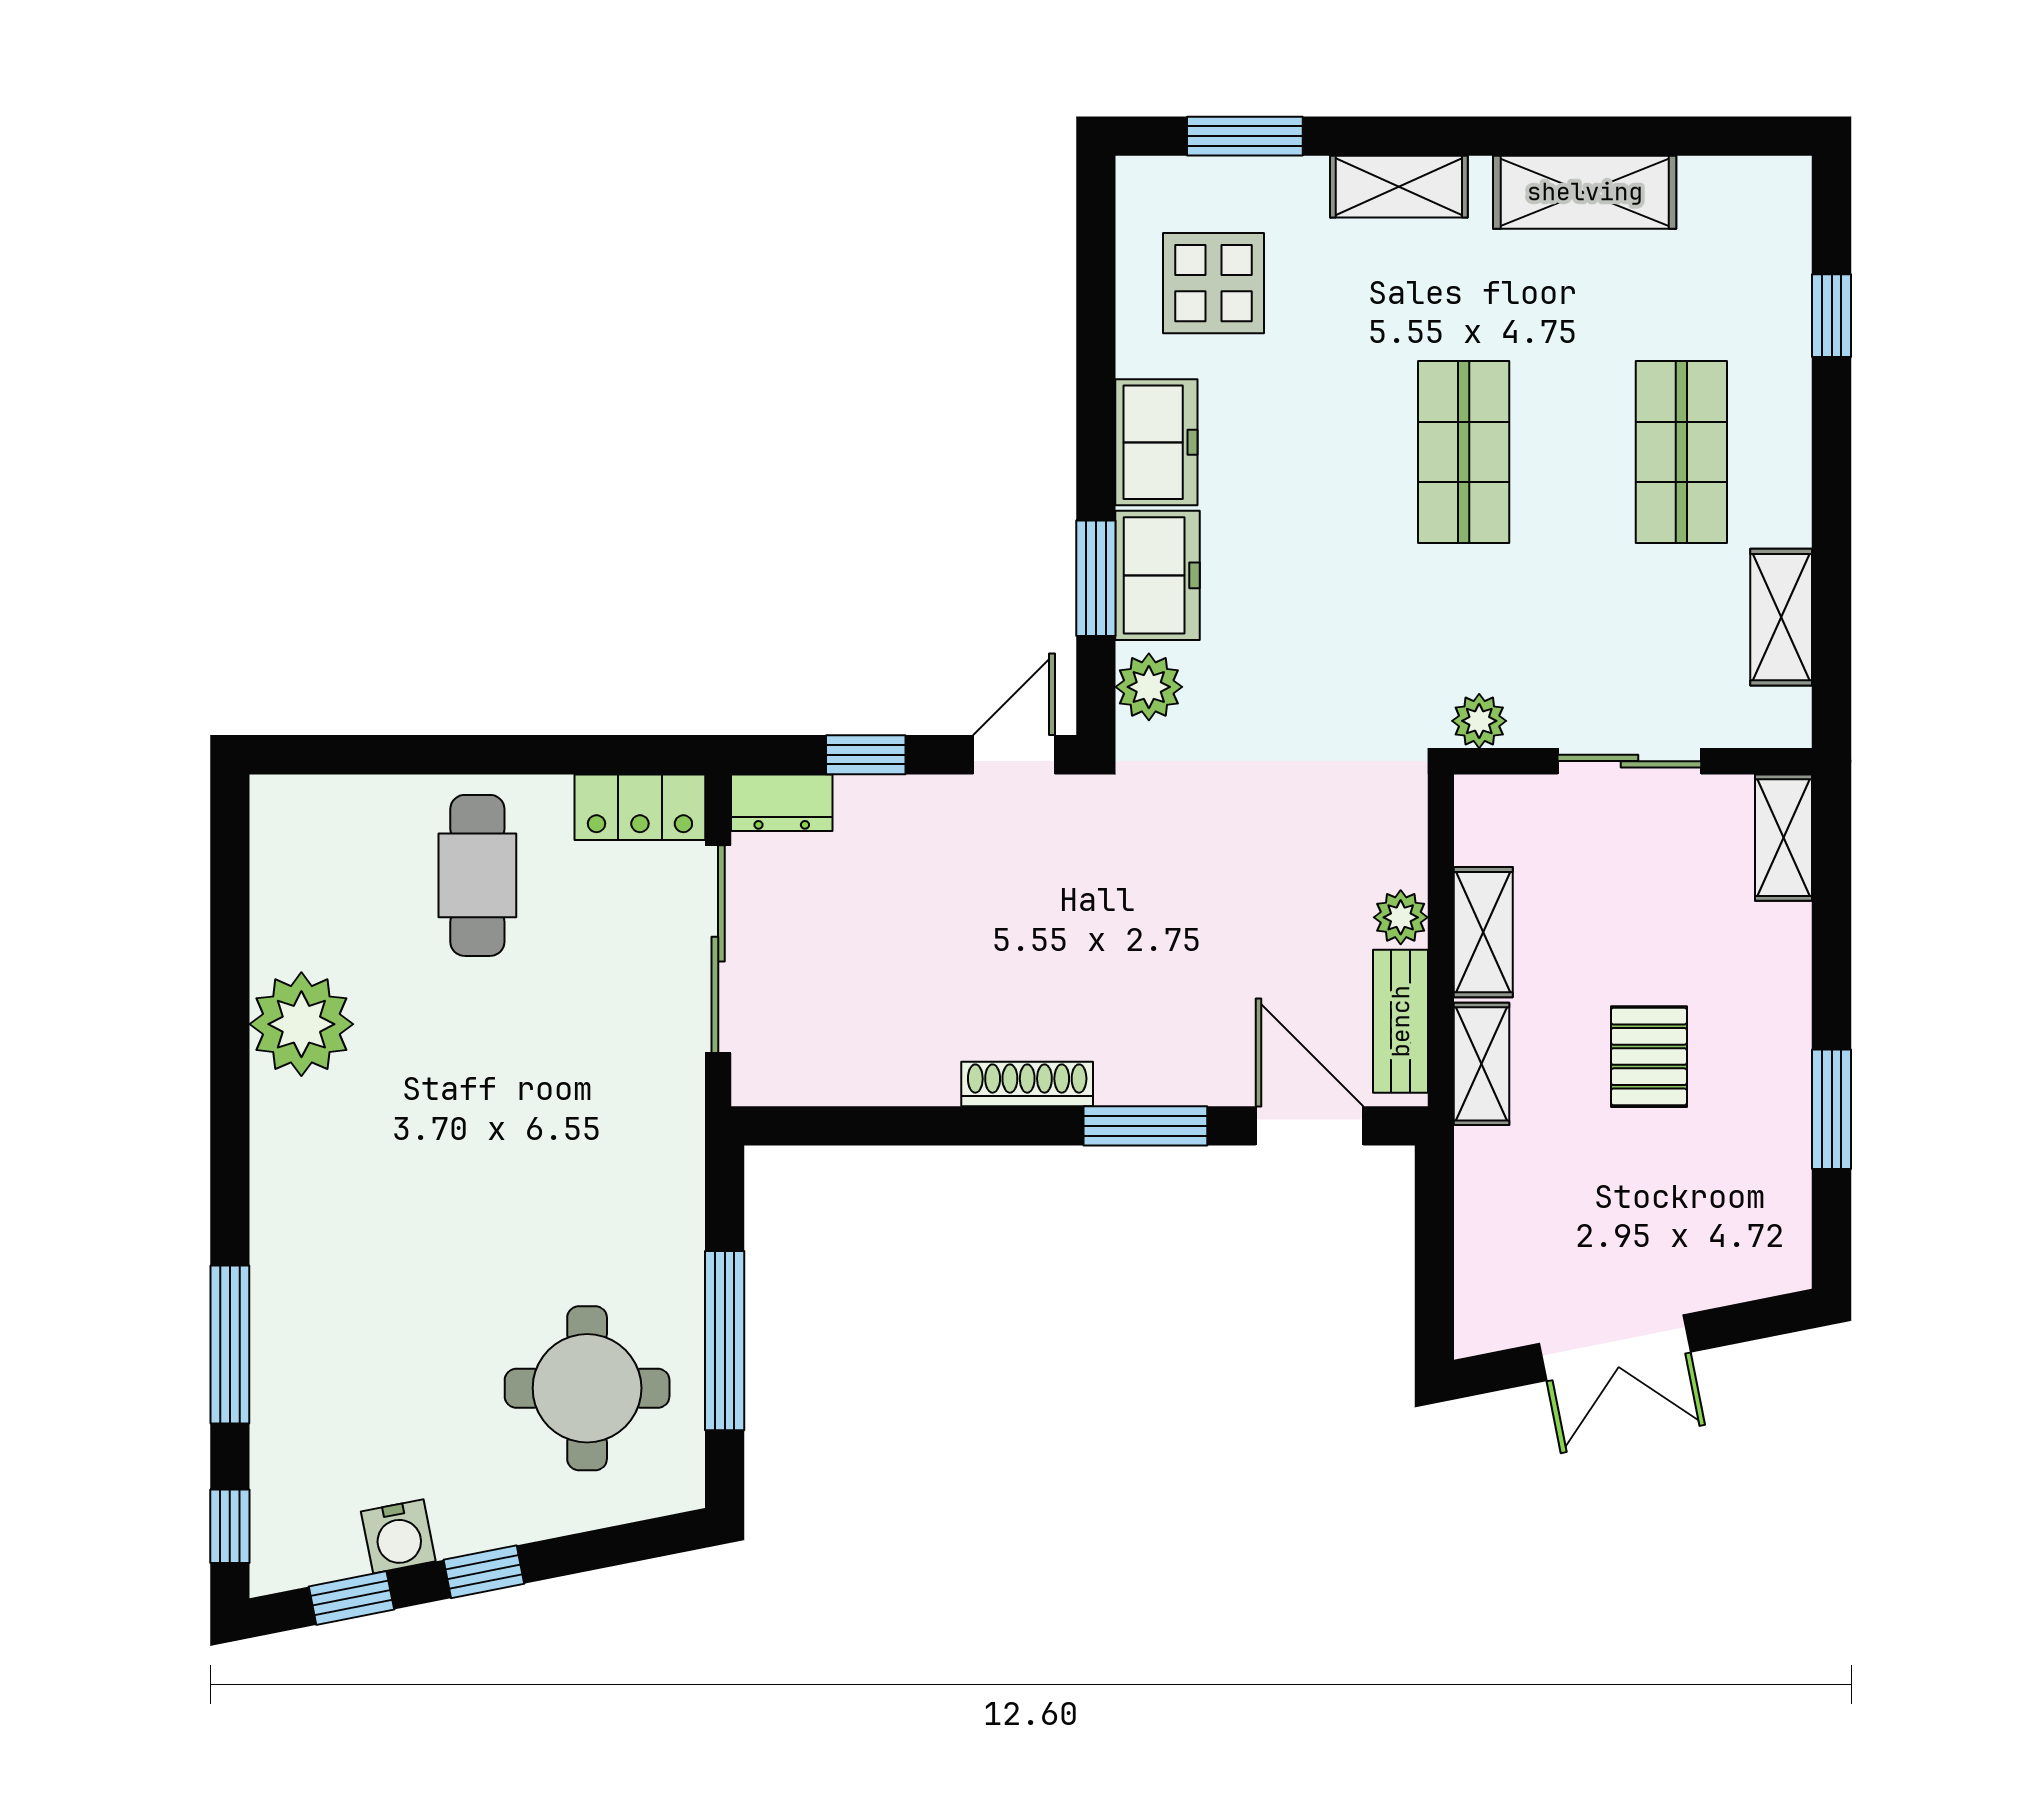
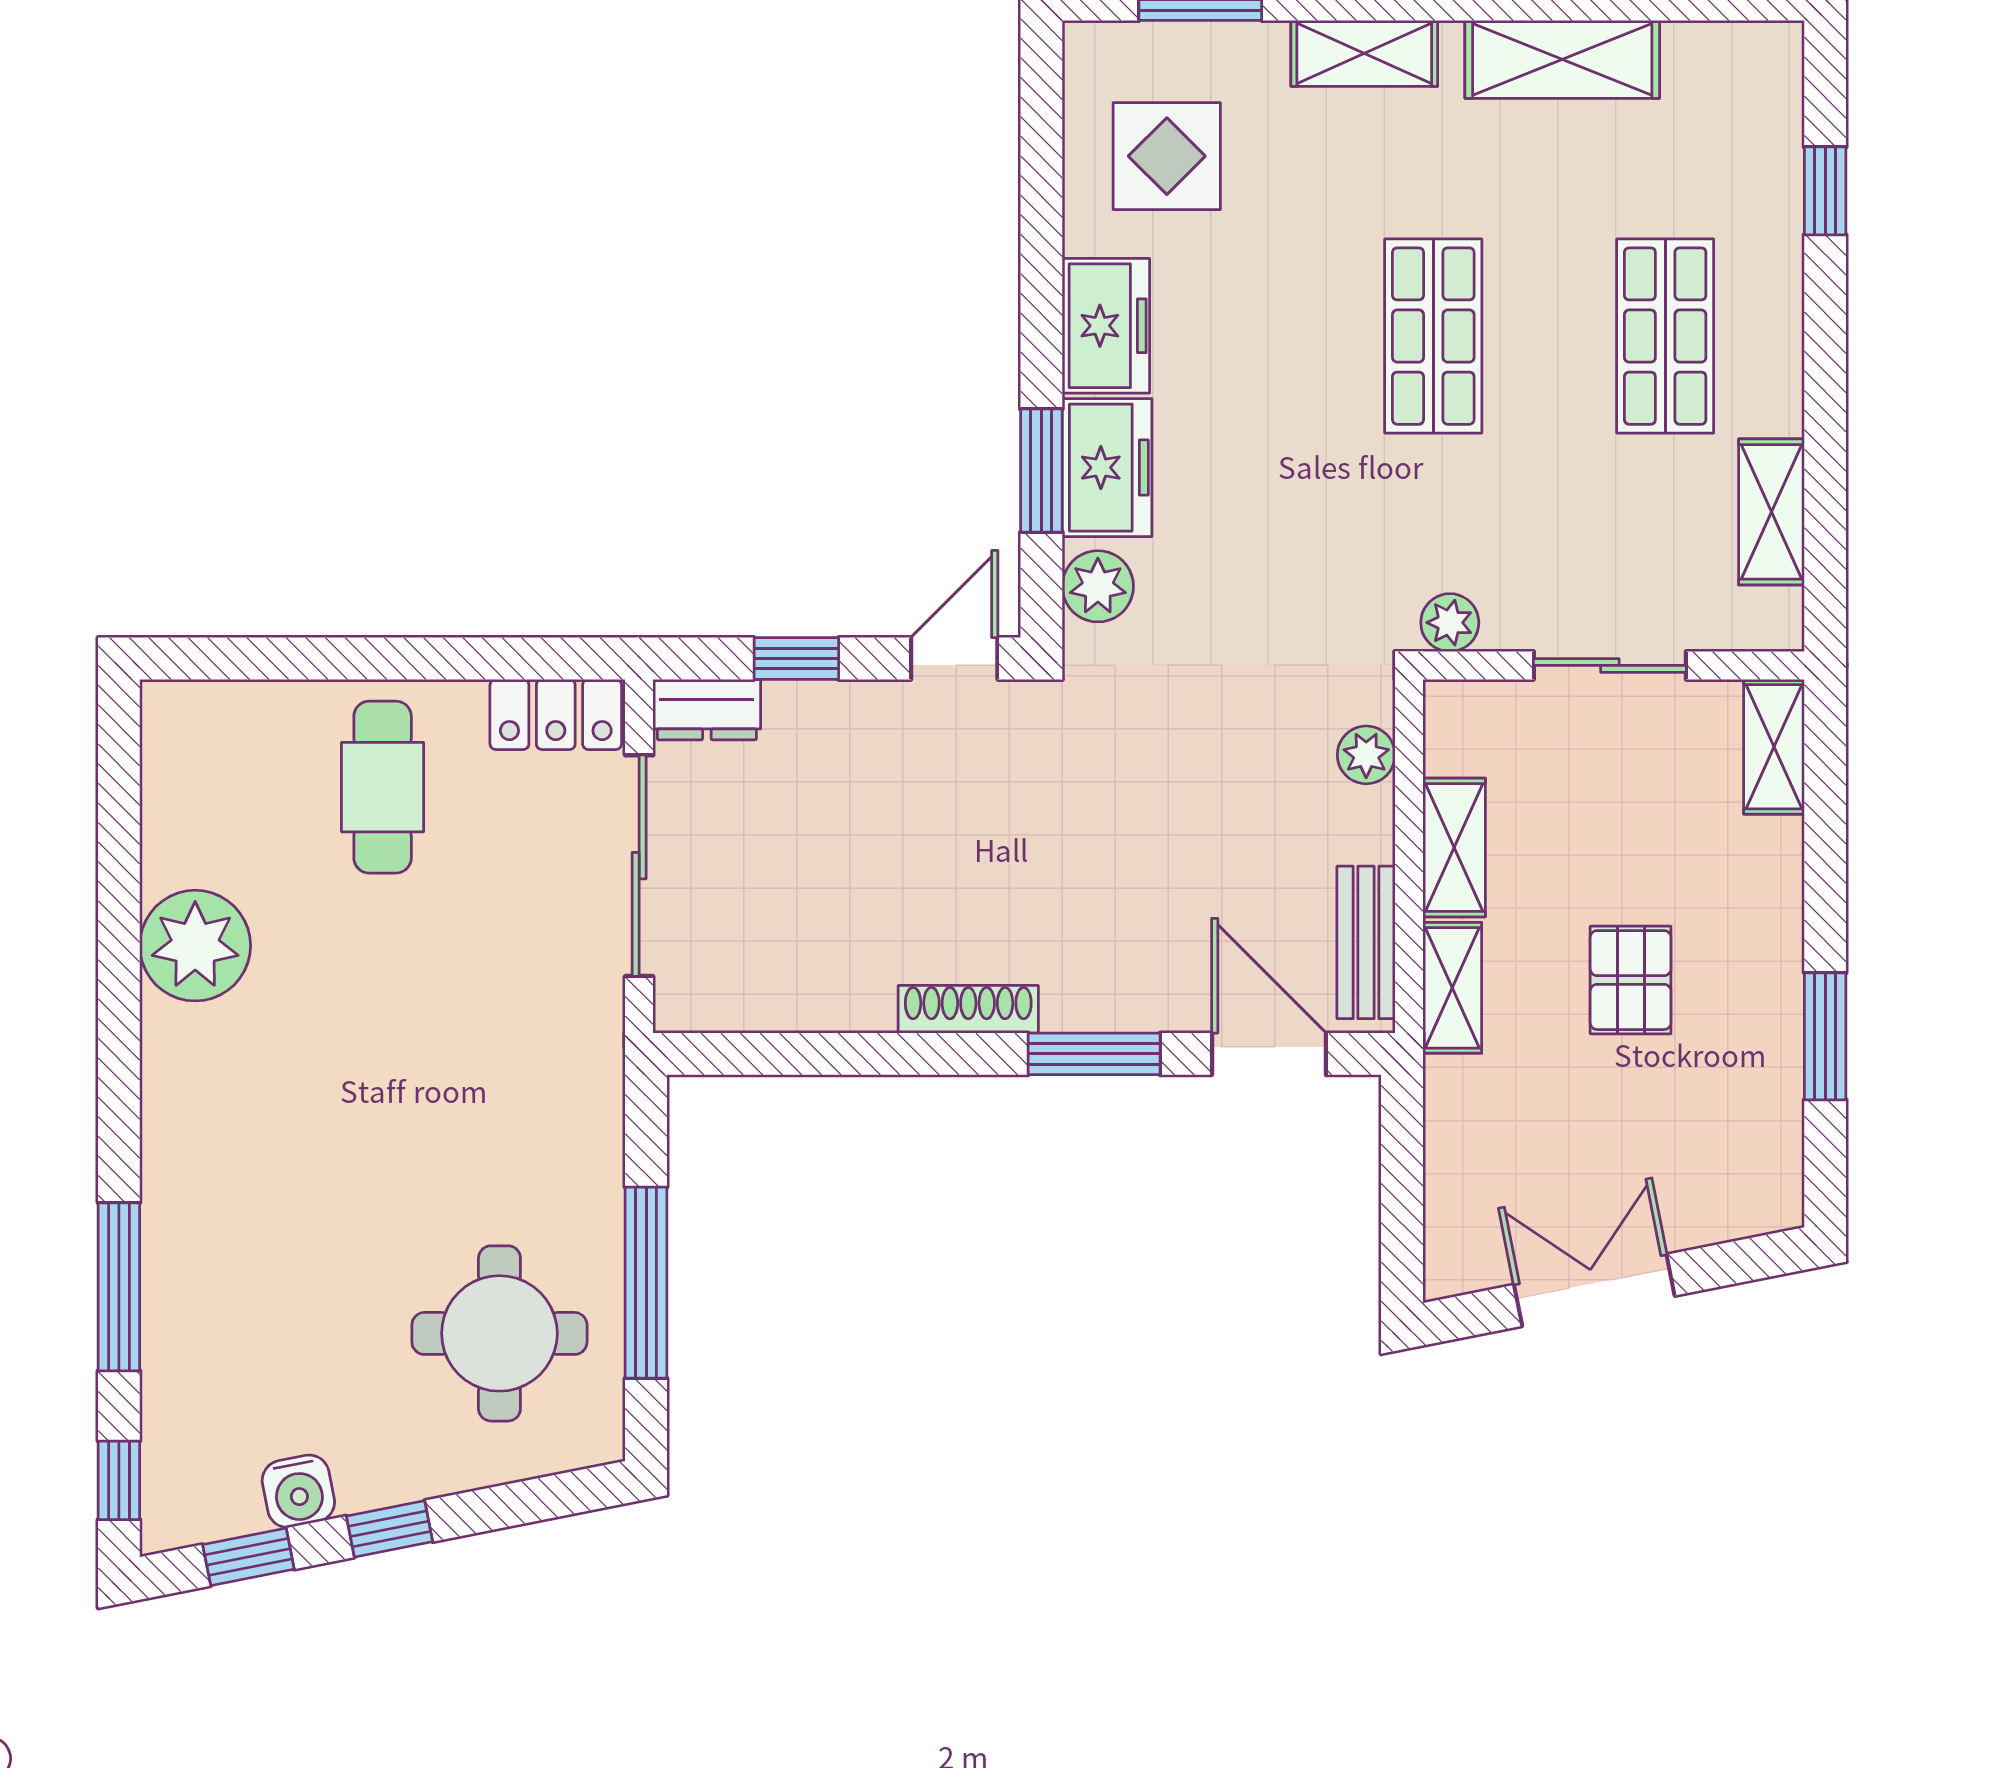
plant: (1401, 917) -> (1366, 755), moved
double door: (1615, 1348) -> (1594, 1290), swing flipped

